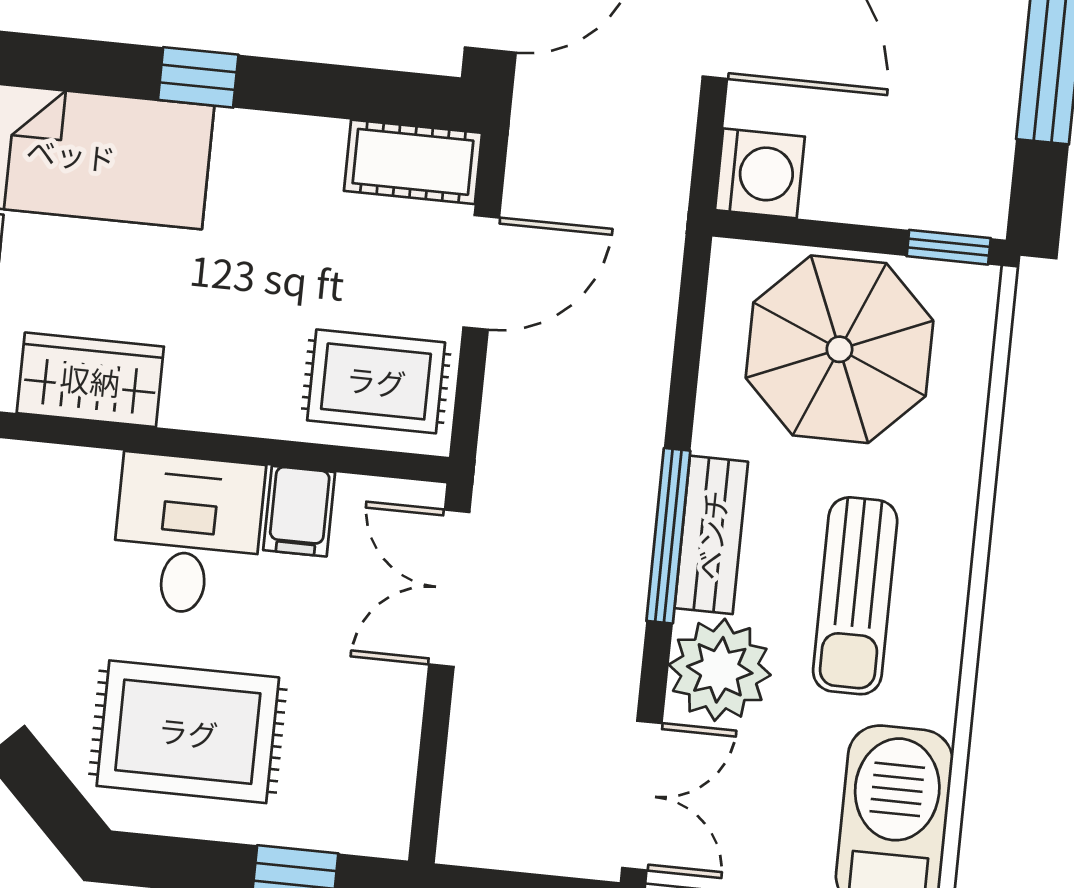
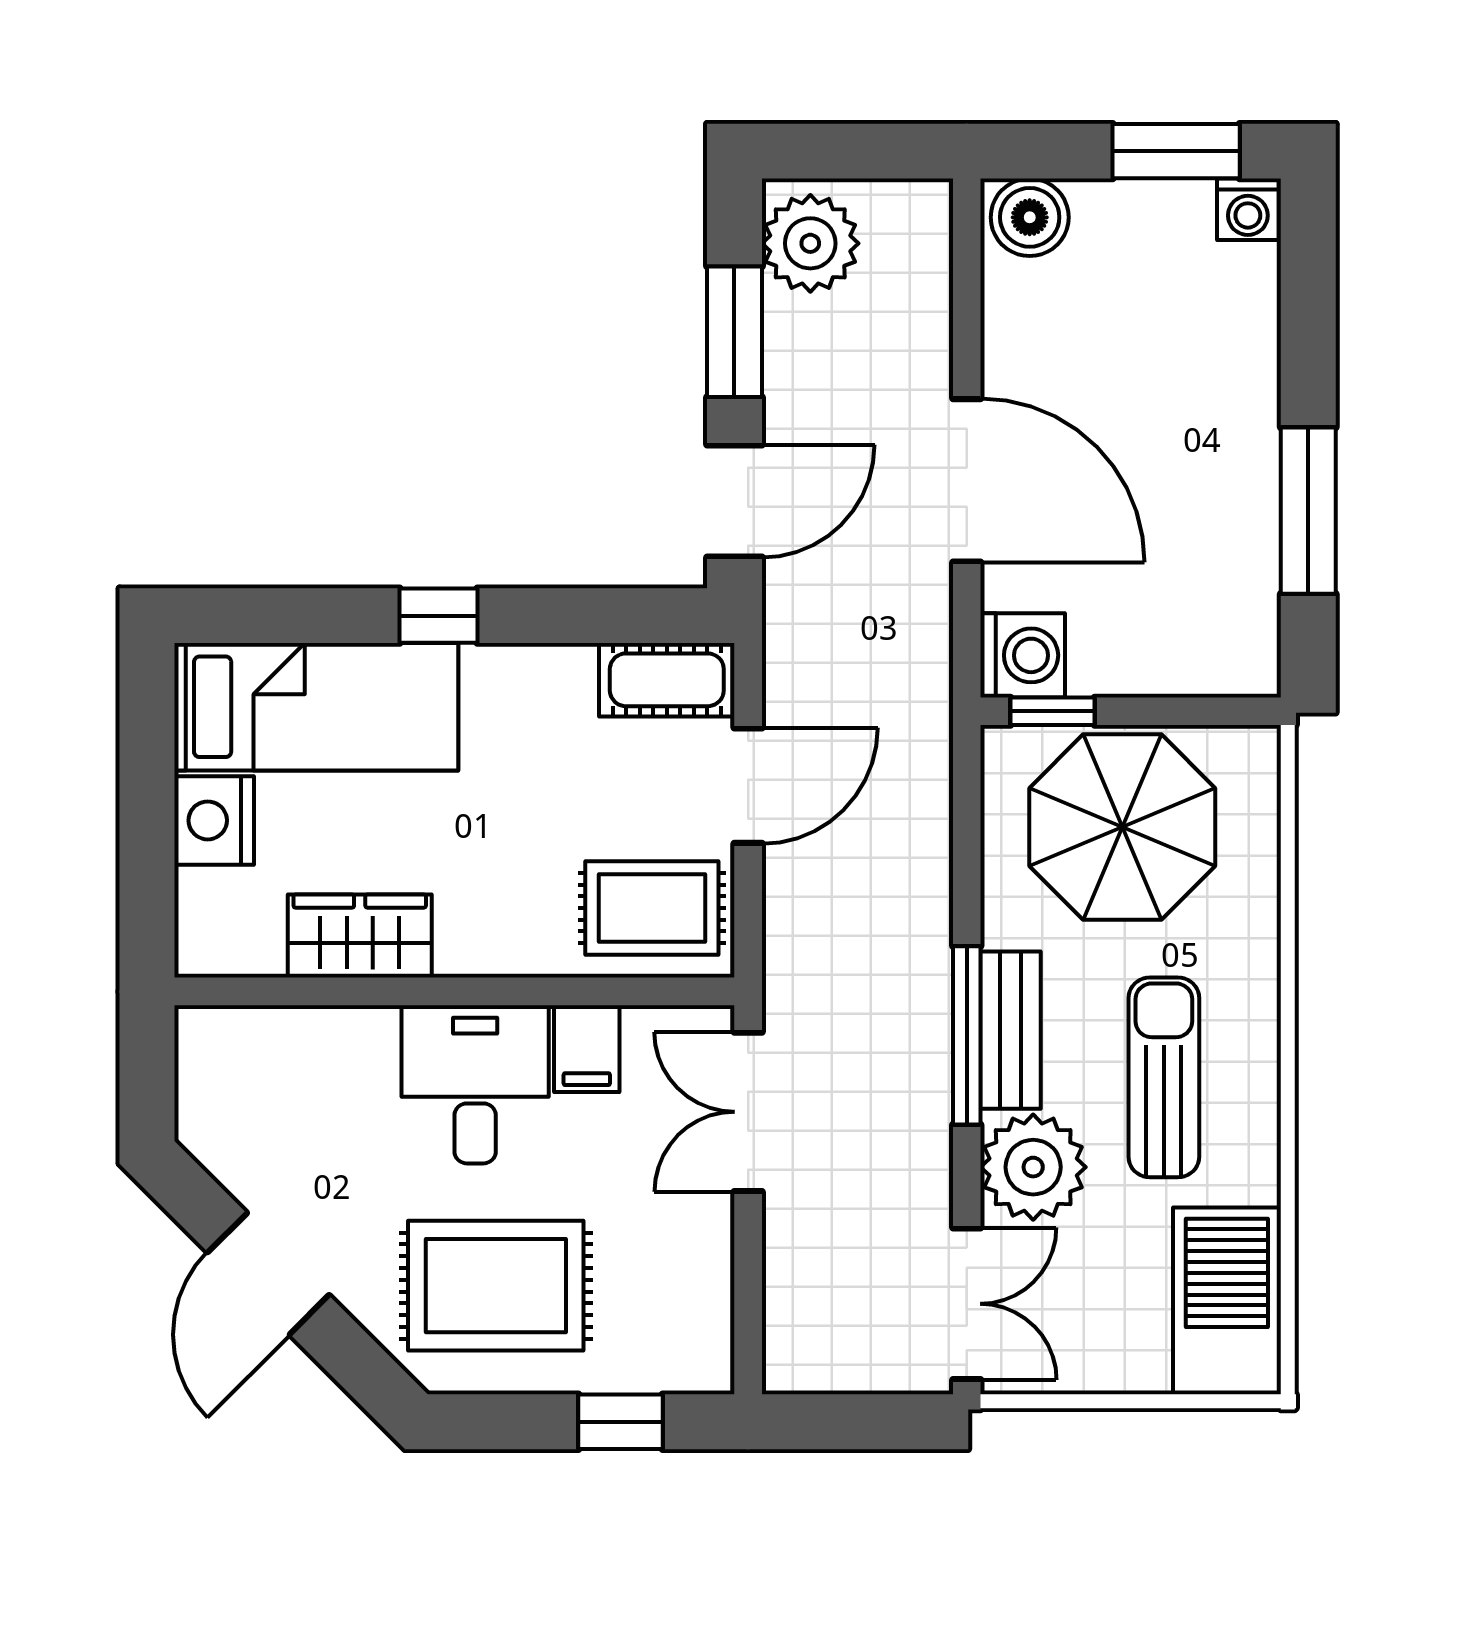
window: (949, 247) -> (1053, 711), moved
sun lounger: (855, 596) -> (1164, 1077), turned 180

